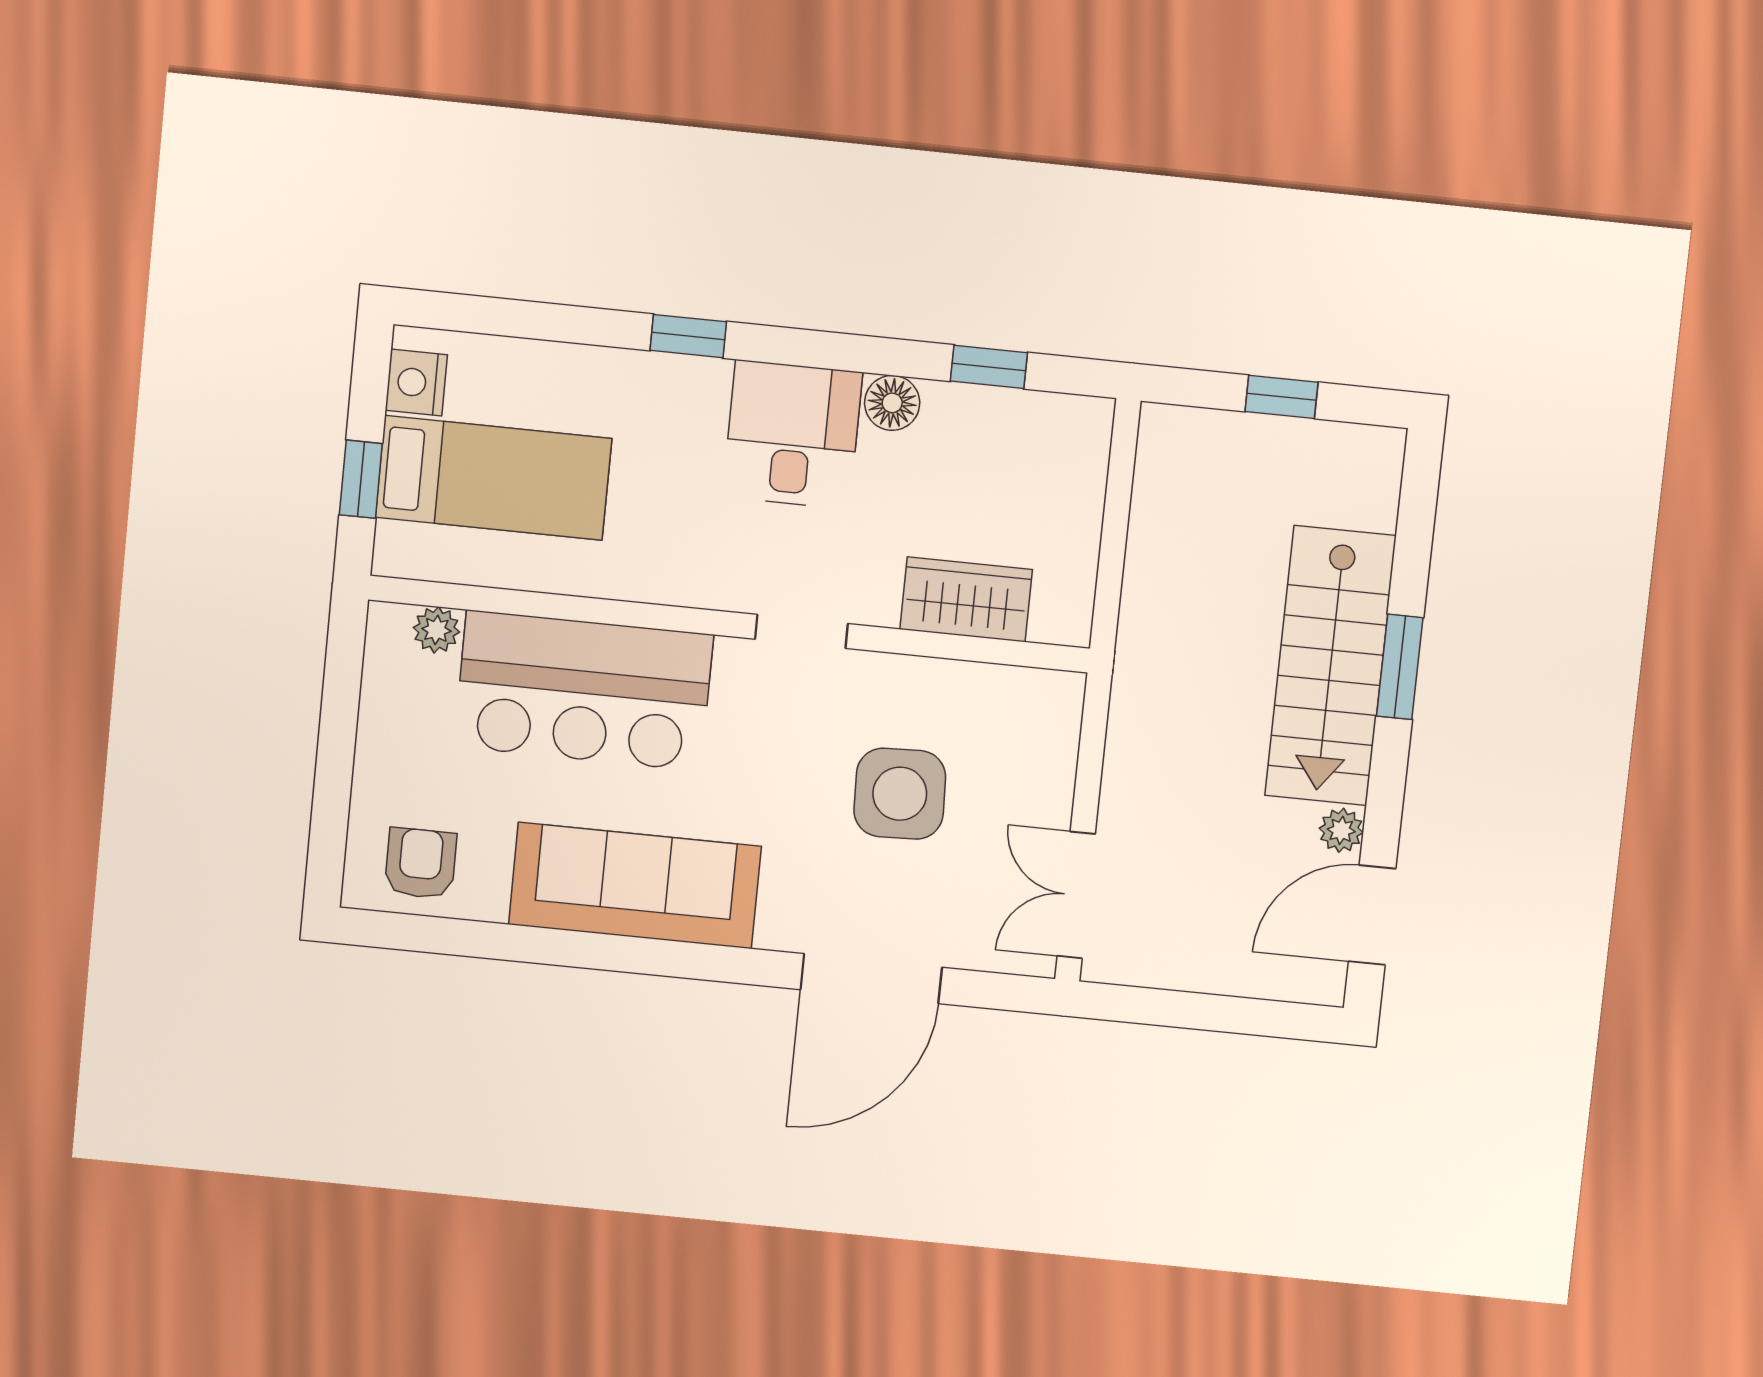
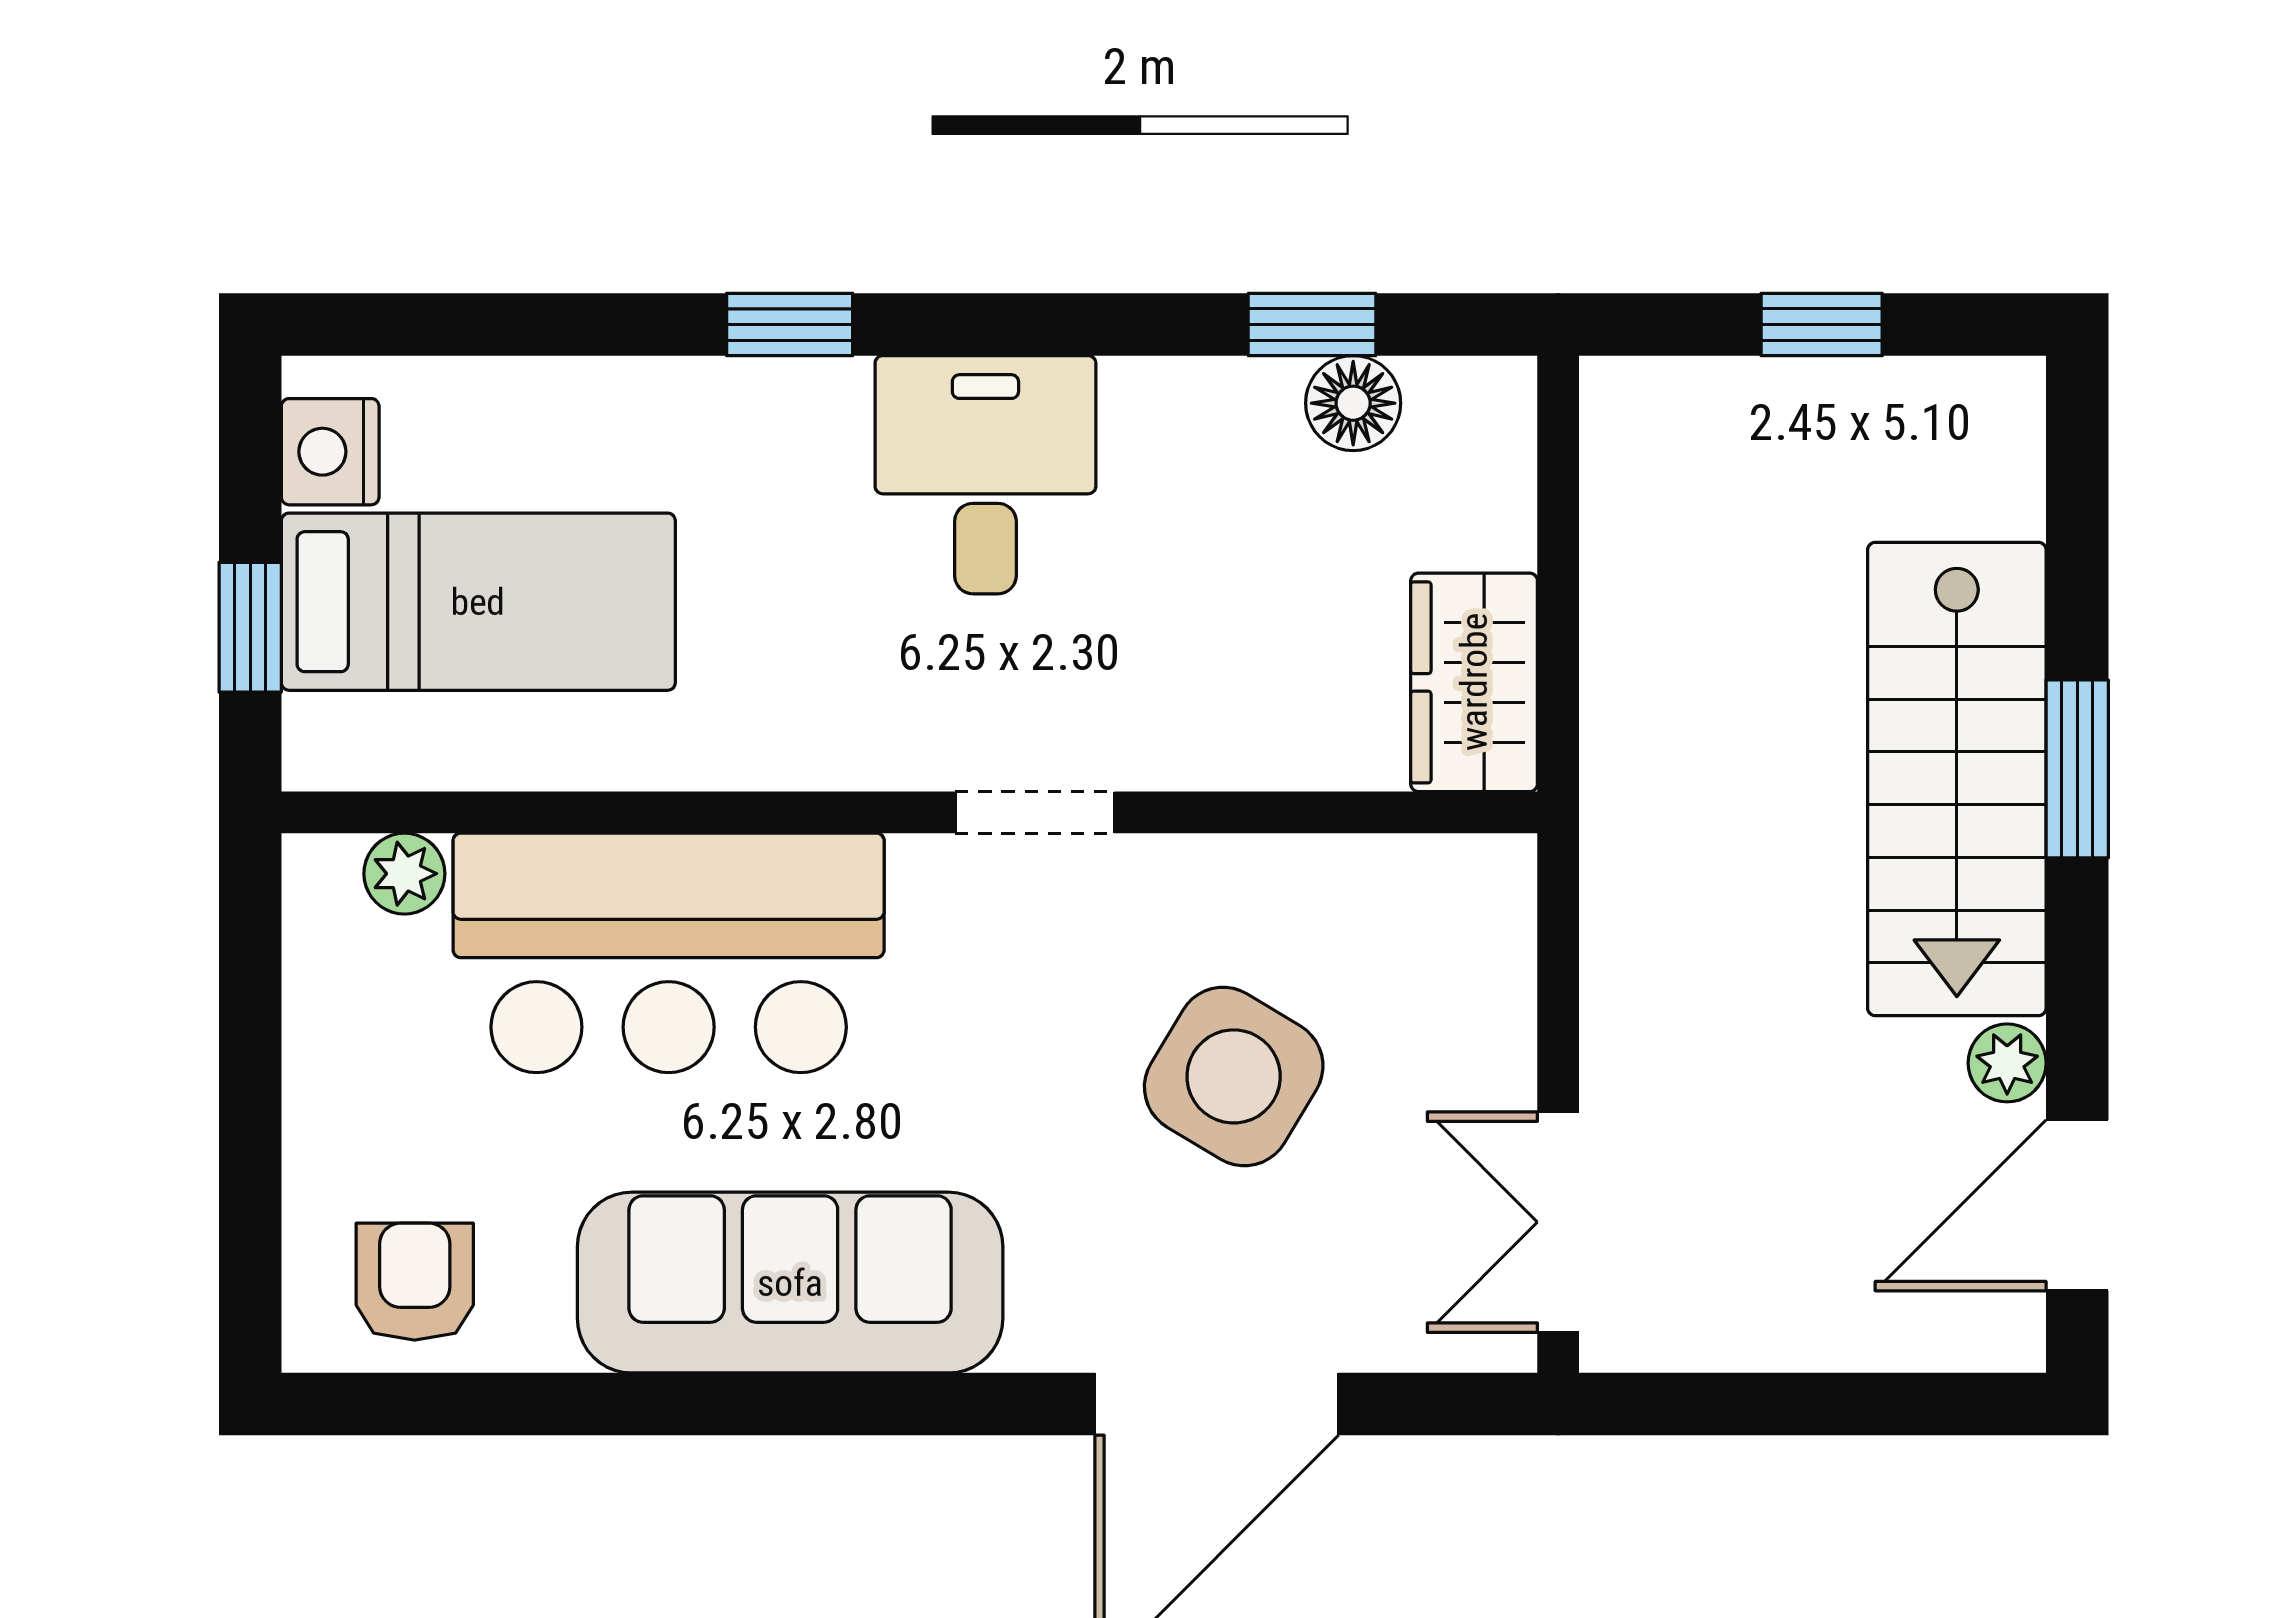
floor lamp: (892, 403) -> (1353, 403), moved
wardrobe: (966, 599) -> (1474, 682), moved, turned -90
side table: (900, 794) -> (1234, 1076), turned 33

